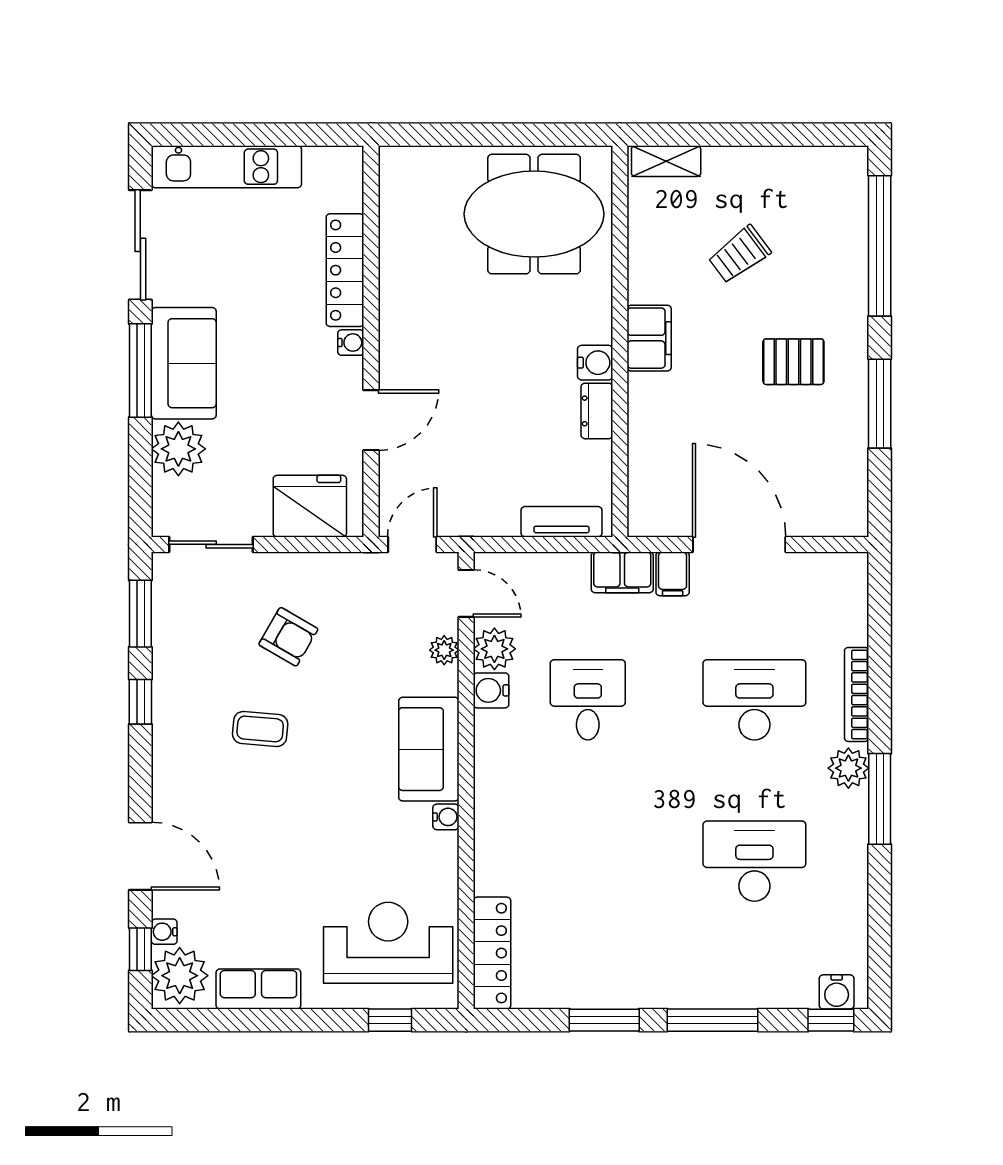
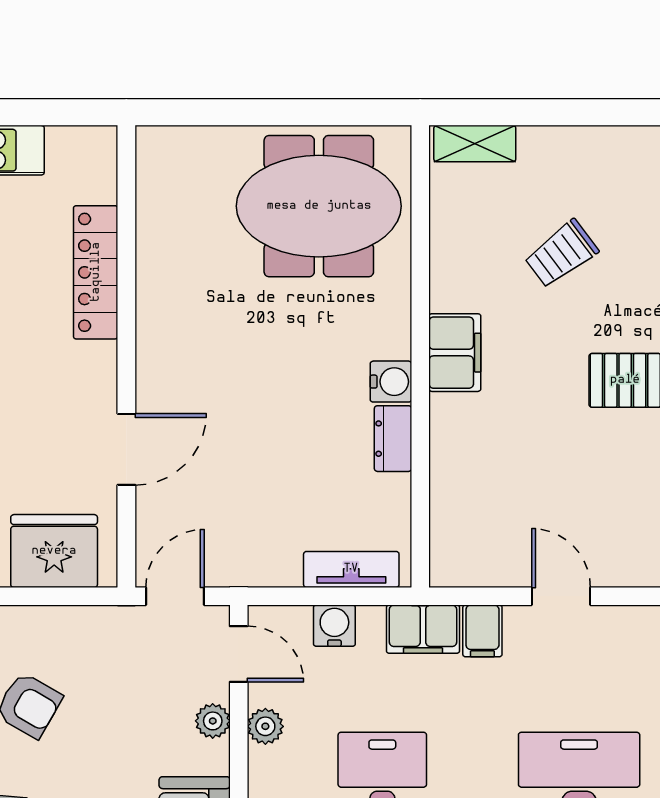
water cooler: (351, 343) -> (102, 358), removed
door: (739, 544) -> (561, 596), width x0.53
plant: (494, 649) -> (265, 726), width x0.73, depth x0.73
water cooler: (491, 690) -> (334, 626), moved, turned 90

